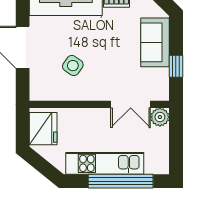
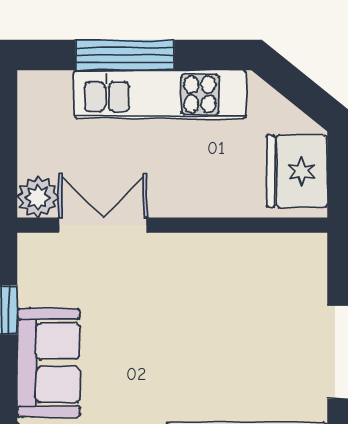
side table: (73, 66) -> (231, 311), removed
window: (121, 181) -> (125, 55), width x0.68

